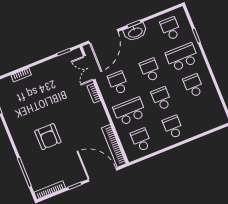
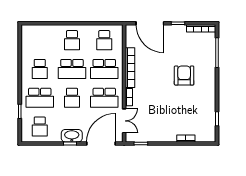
school desk: (118, 83) -> (104, 98), width x1.85
school desk: (162, 98) -> (72, 69), width x1.85
bookcase: (114, 146) -> (130, 68), moved

